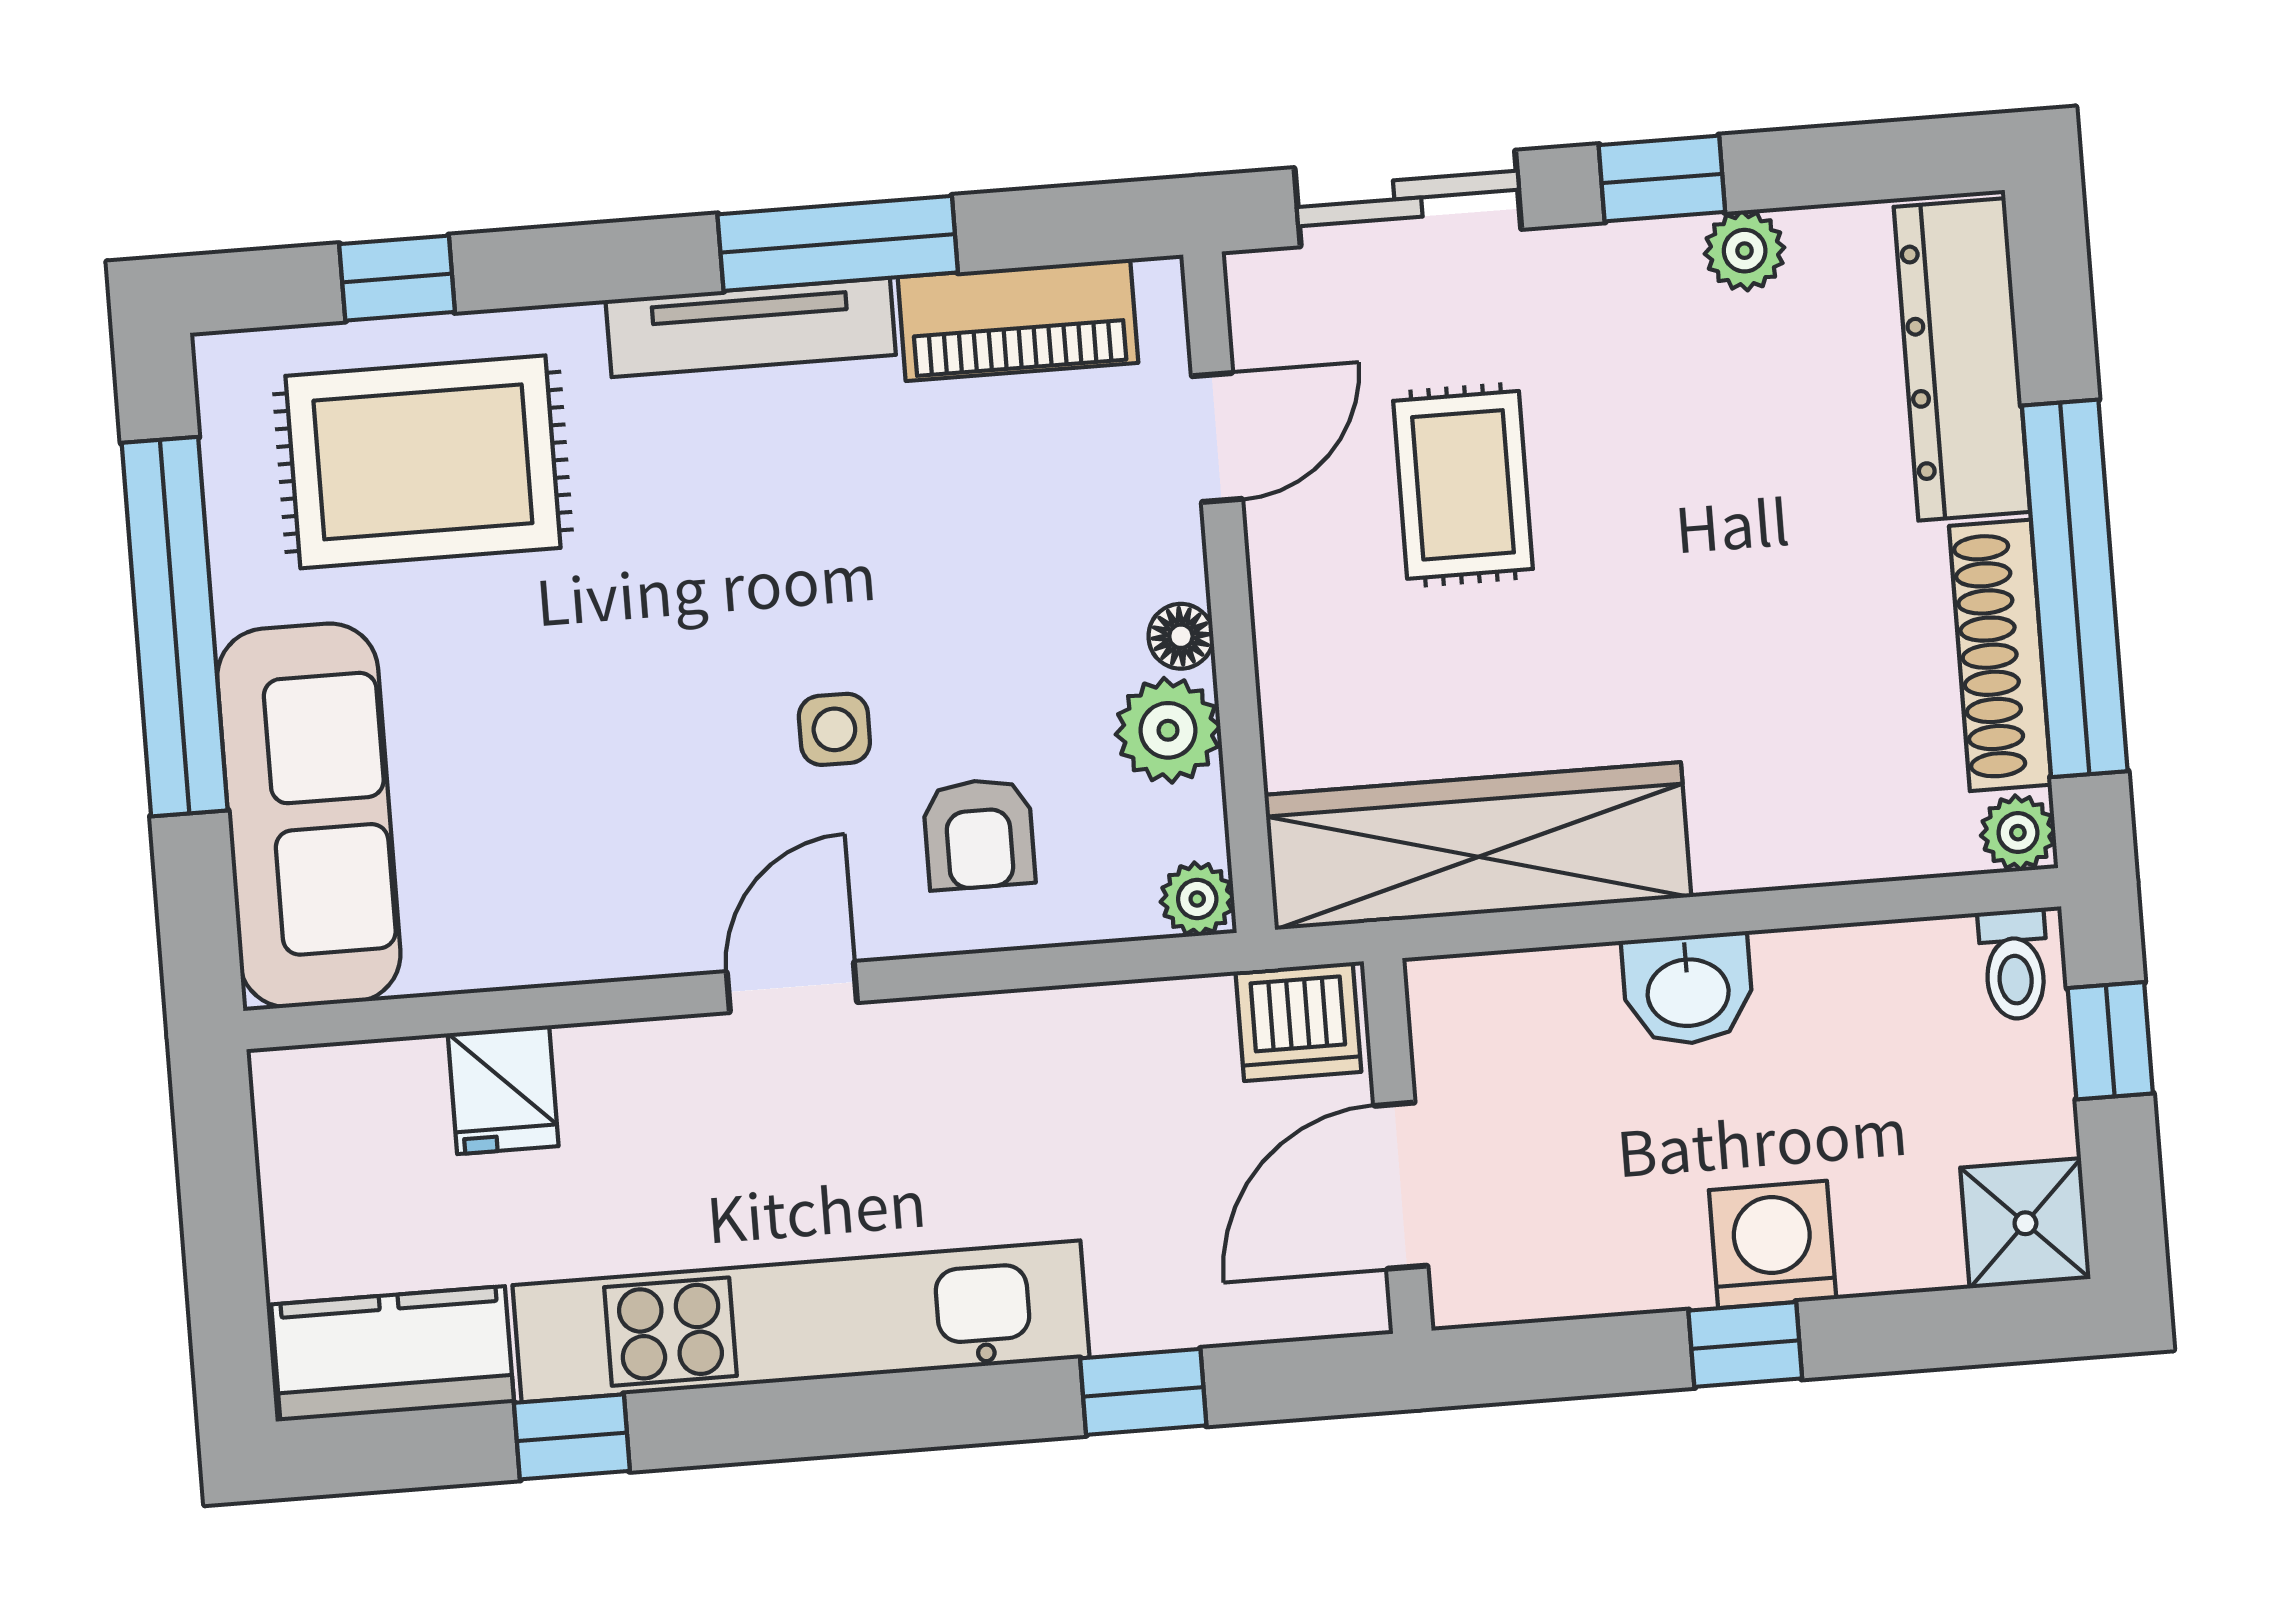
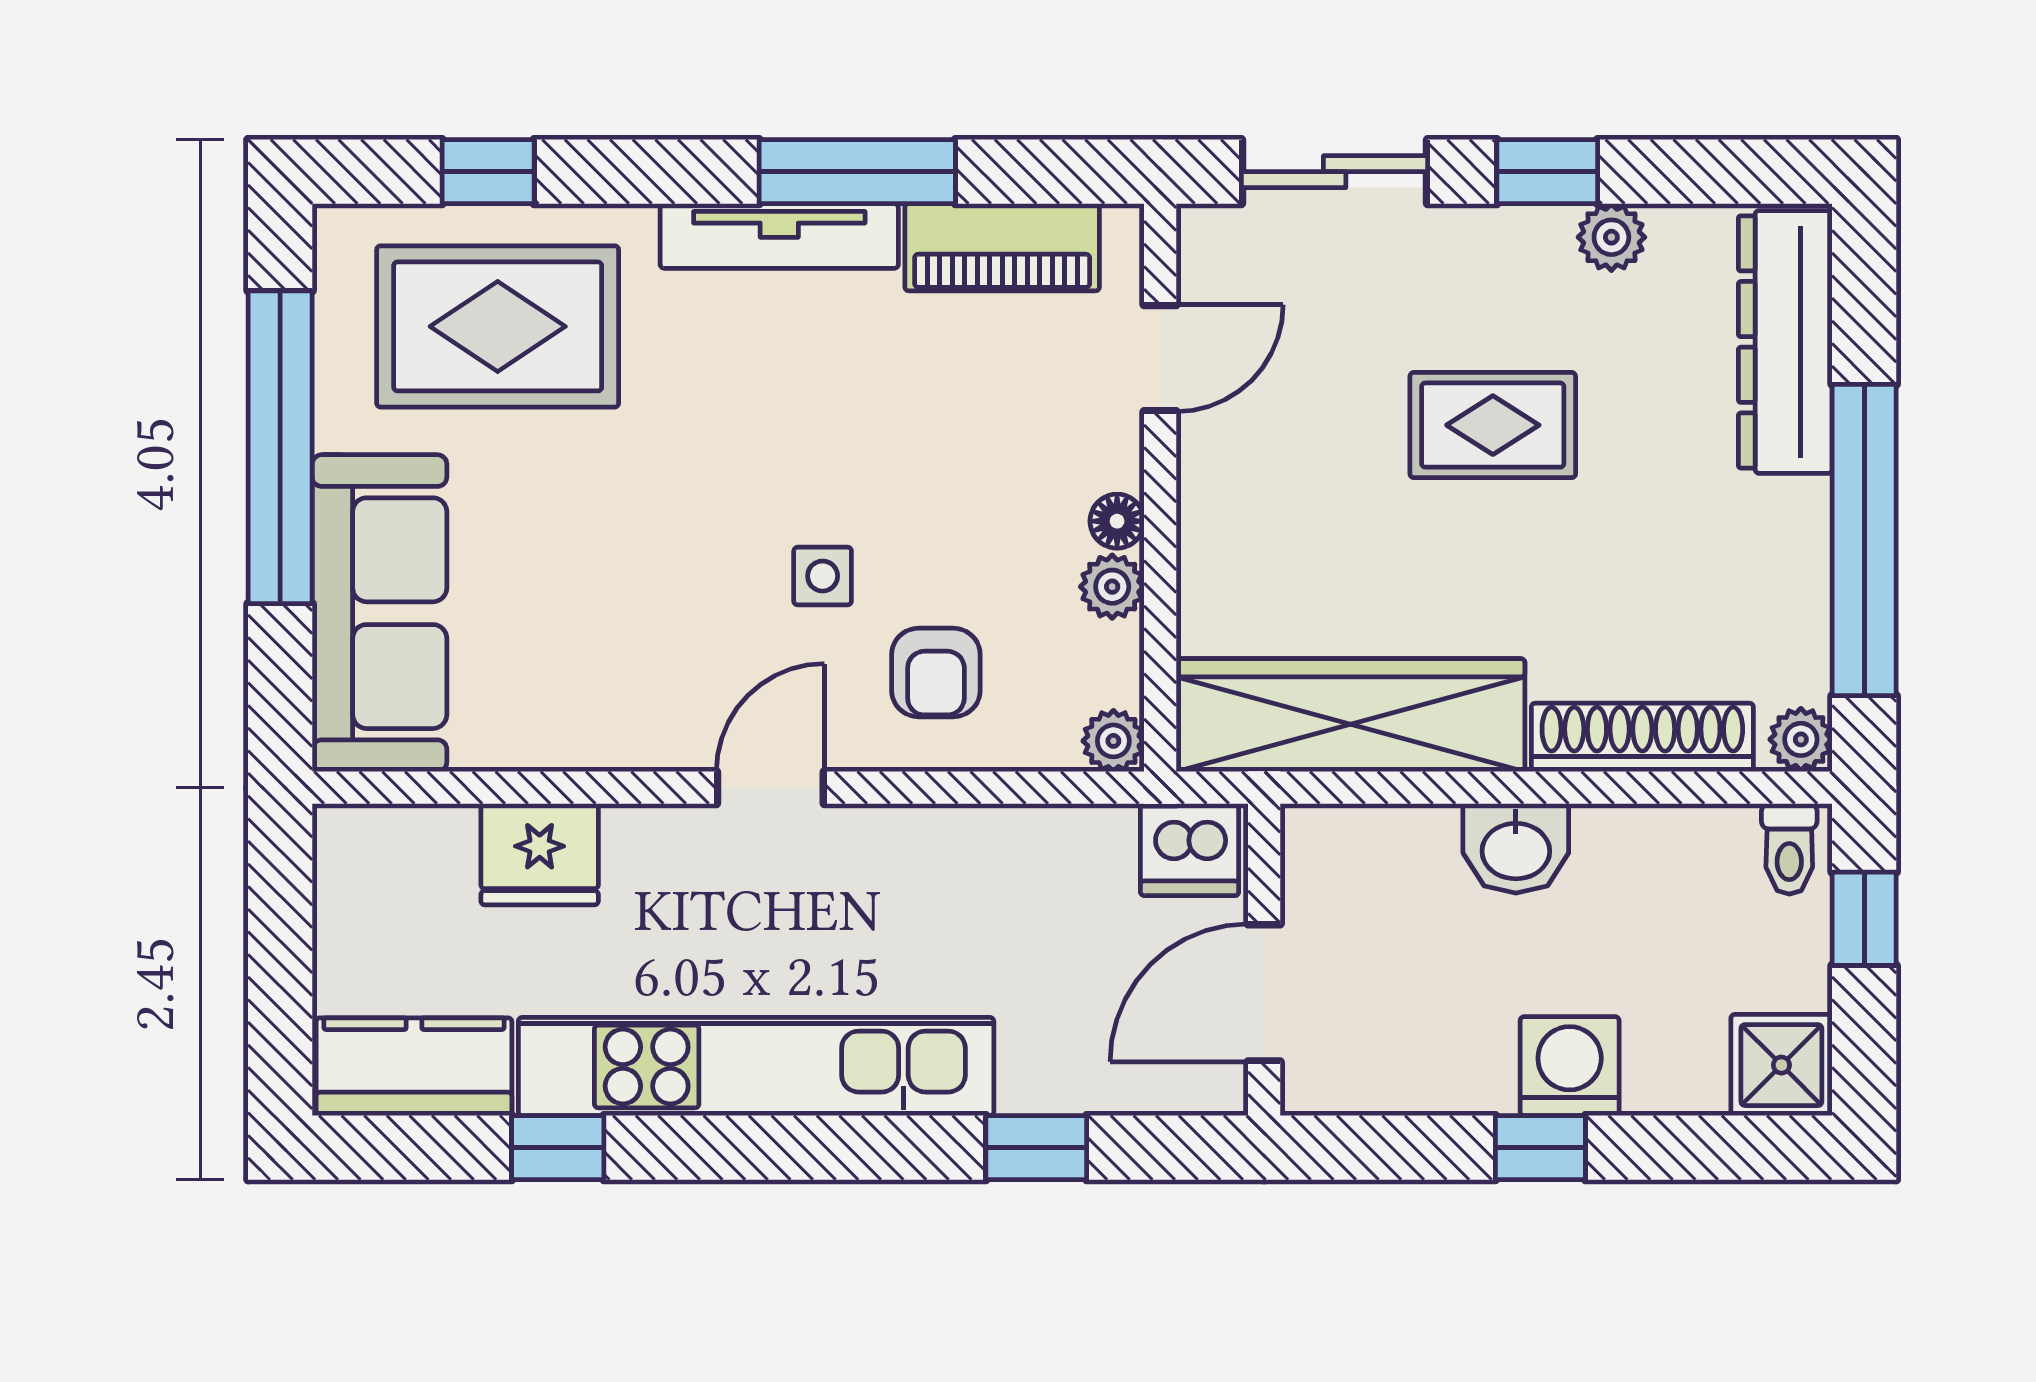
rug: (1463, 485) -> (1493, 425), moved, turned 90
shoe rack: (2000, 655) -> (1642, 737), moved, turned 90
plant: (1168, 730) -> (1112, 587), width x0.73, depth x0.73
fridge: (503, 1090) -> (540, 854), width x1.38

